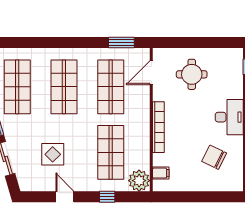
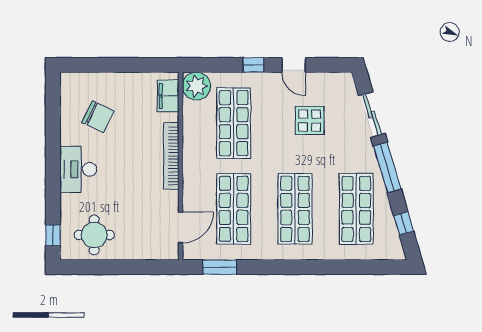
round table: (192, 74) -> (94, 235), moved
filing cabinet: (161, 173) -> (168, 96), width x2.00
window: (107, 197) -> (253, 65), moved

